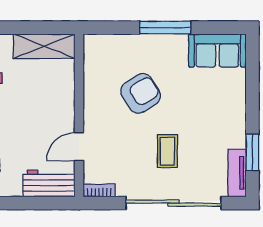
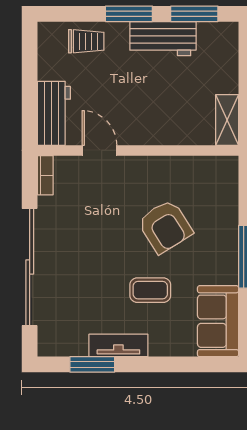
shelving: (44, 46) -> (227, 120), width x0.67, depth x0.75
coffee table: (167, 151) -> (150, 290), moved
tv unit: (237, 173) -> (118, 345), moved

